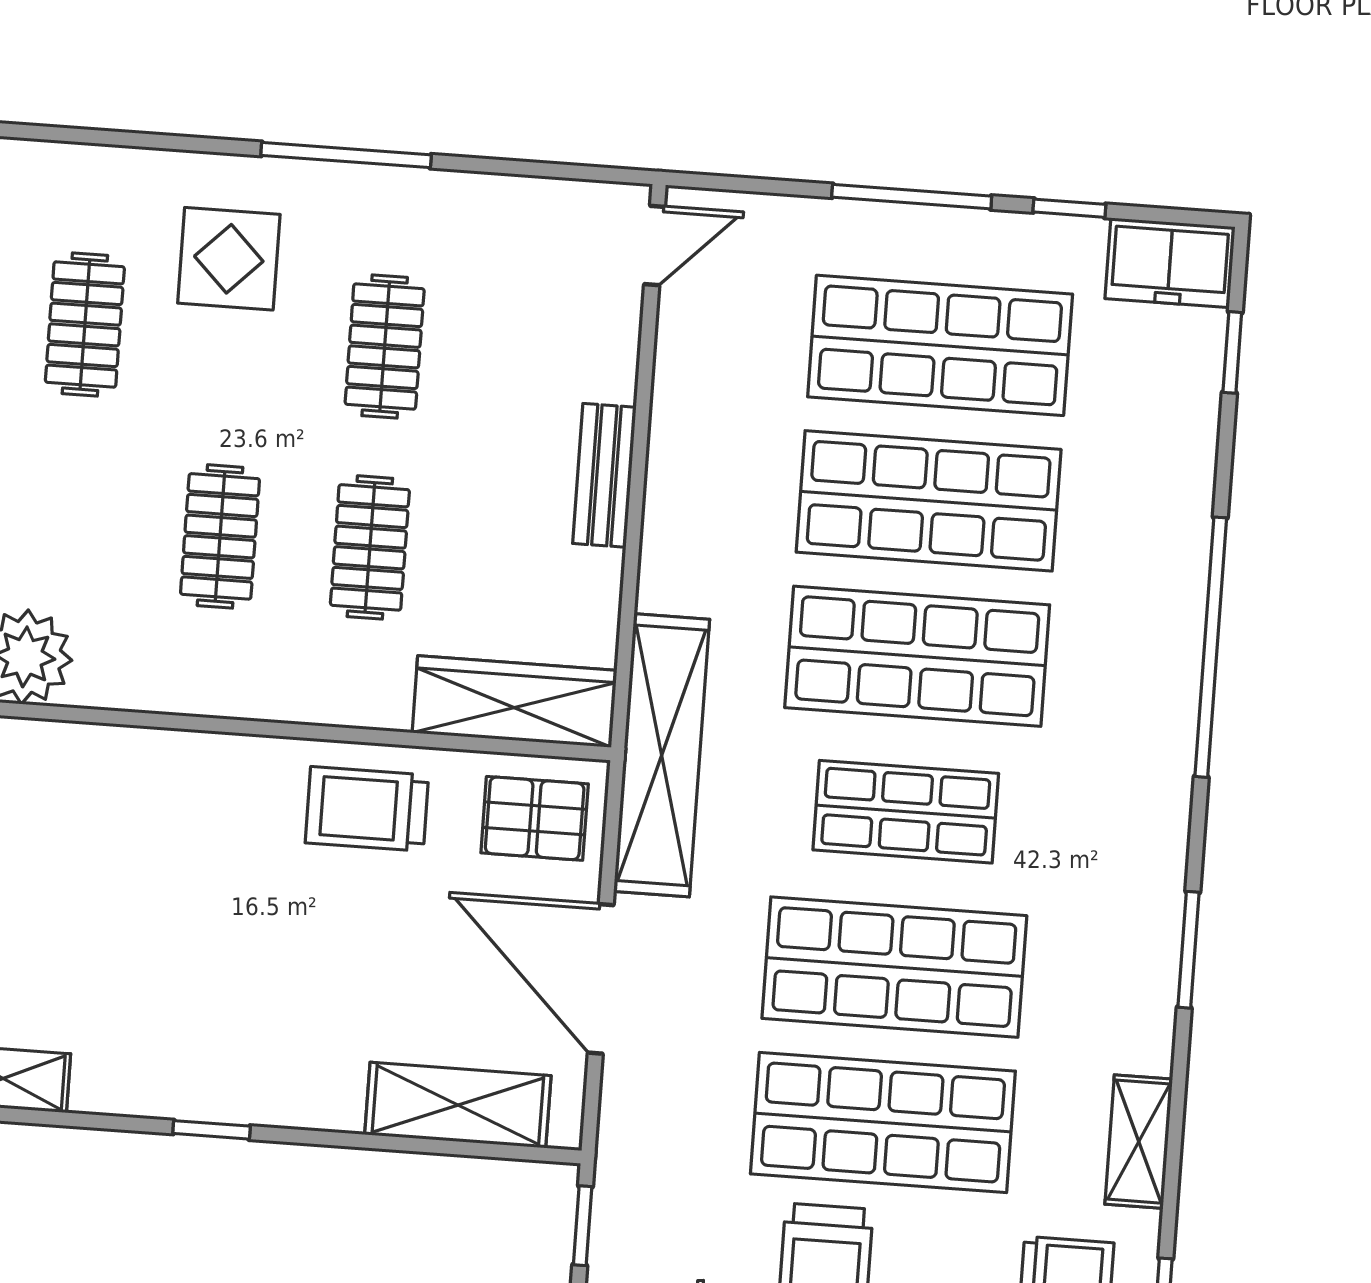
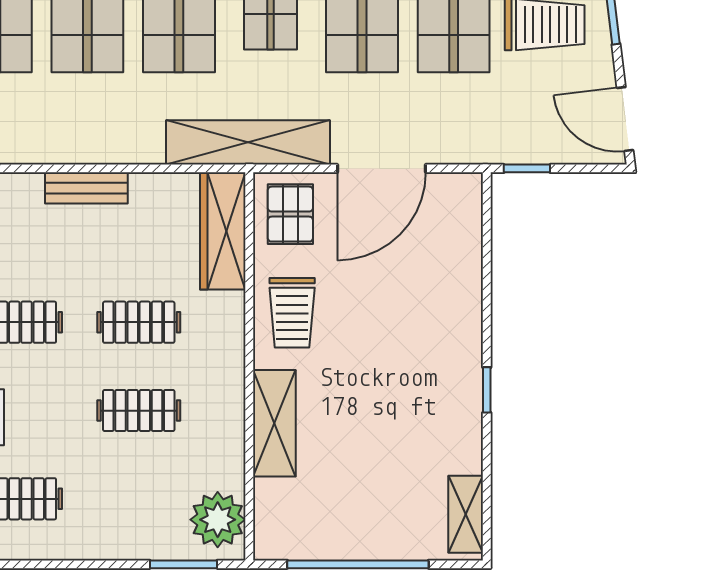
shelving: (458, 1105) -> (274, 423), moved

